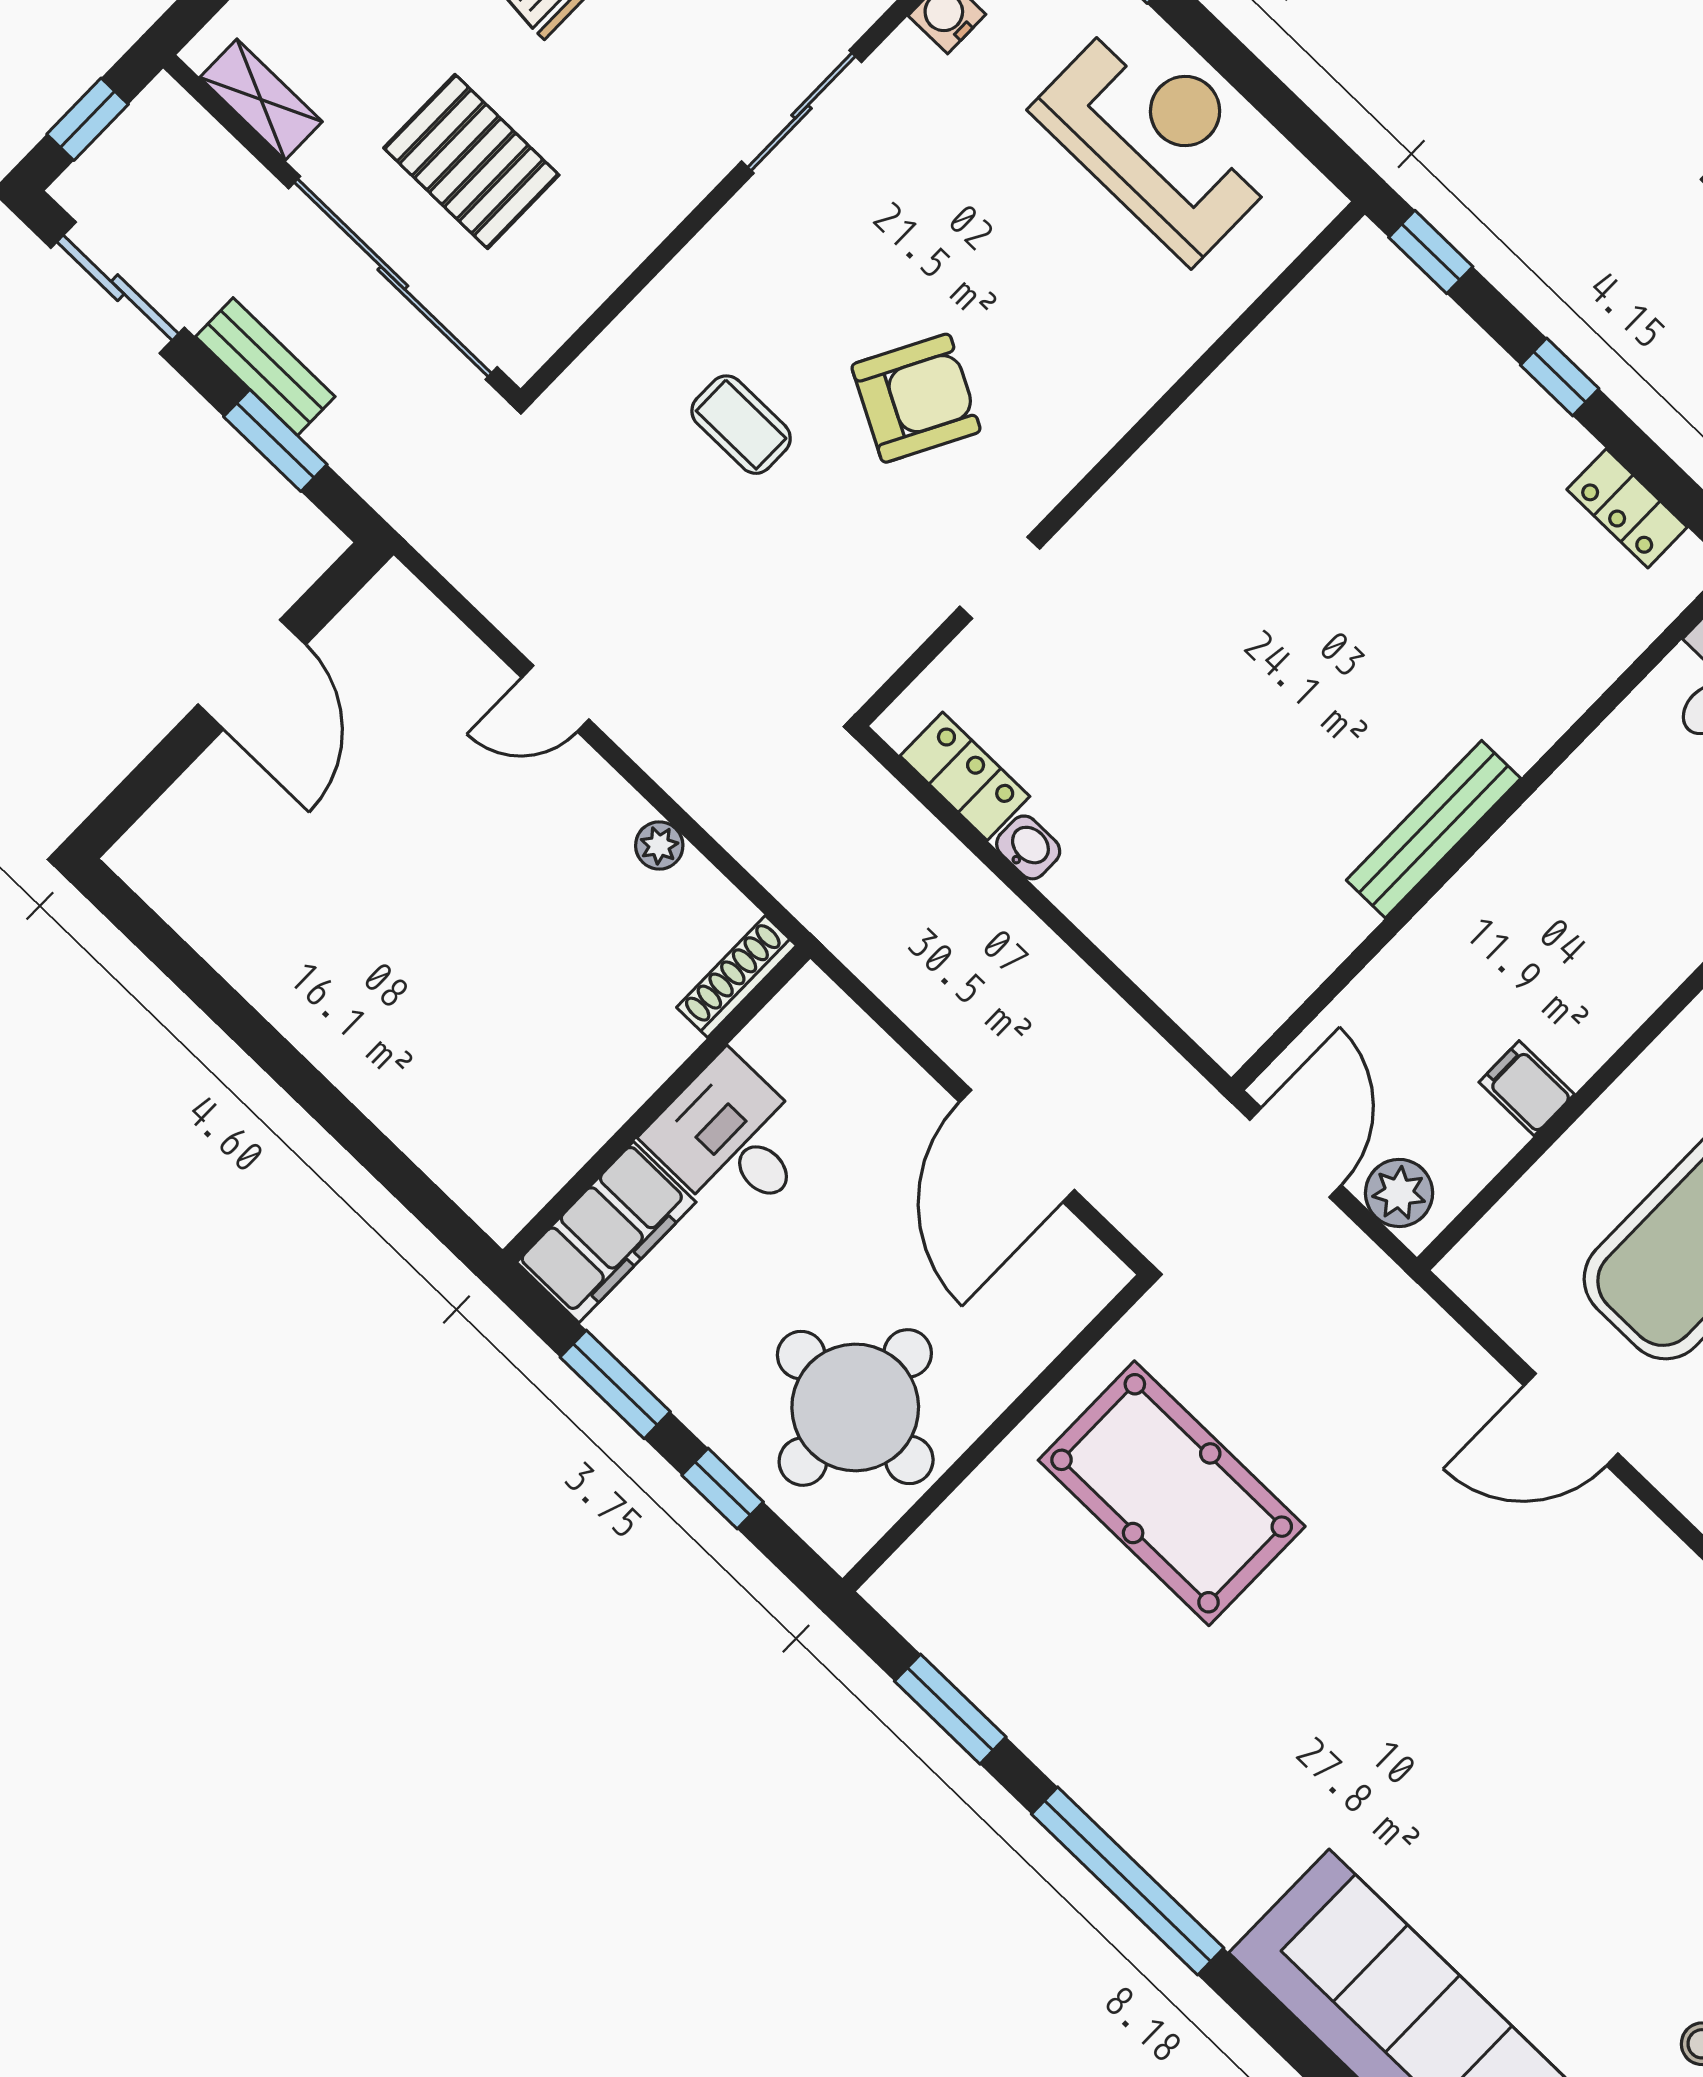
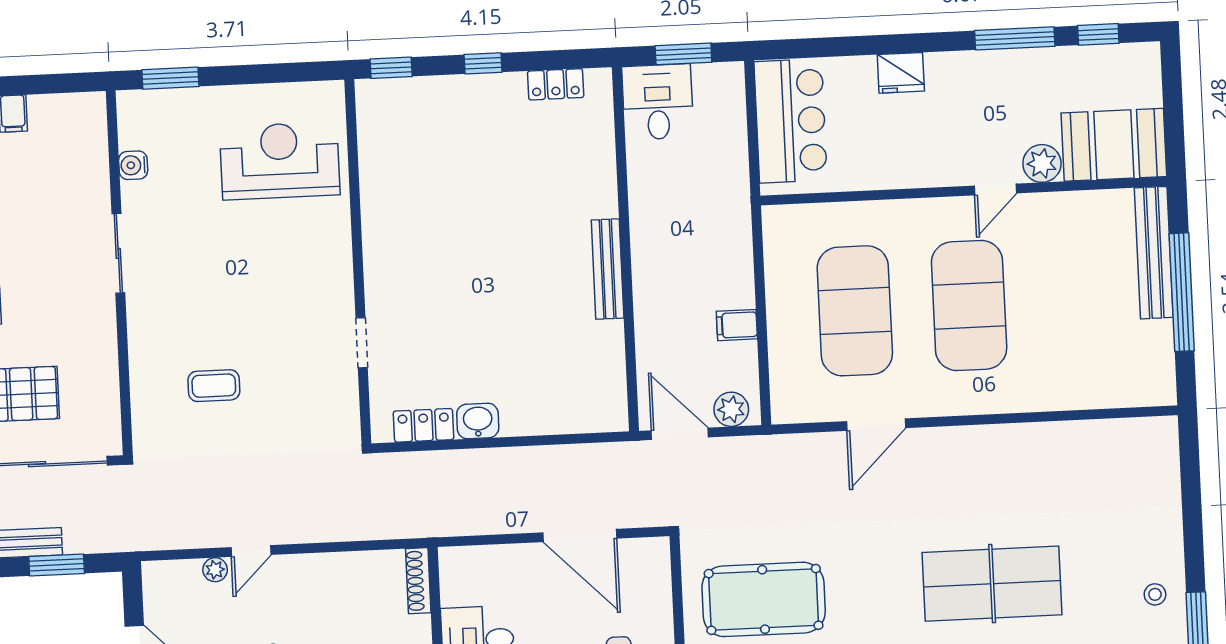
reception desk: (1159, 138) -> (280, 161), moved
armchair: (916, 398) -> (265, 311), removed
plant: (659, 845) -> (215, 570), moved
washbasin: (1028, 847) -> (478, 421), width x1.38, depth x1.45
table tennis table: (1500, 1797) -> (992, 584), added

